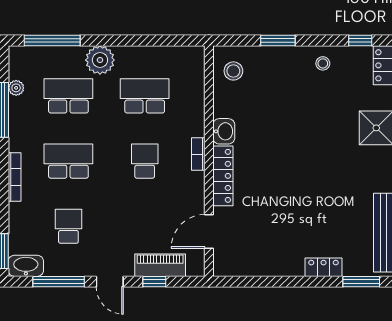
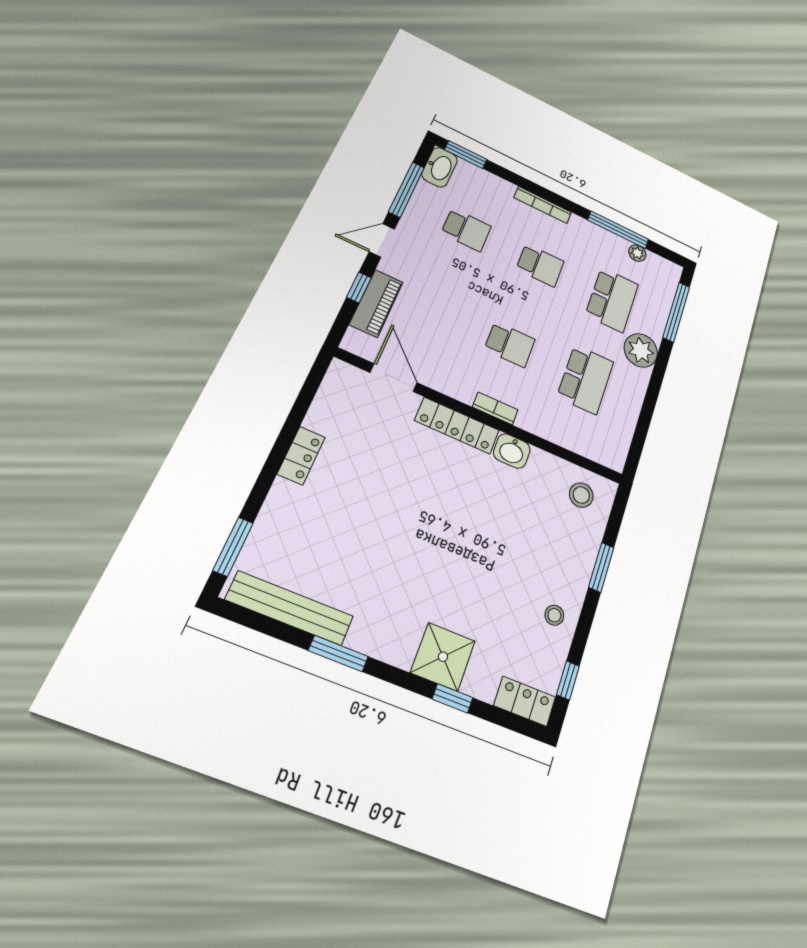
school desk: (68, 161) -> (540, 265), width x0.54
locker: (323, 267) -> (301, 456), moved

